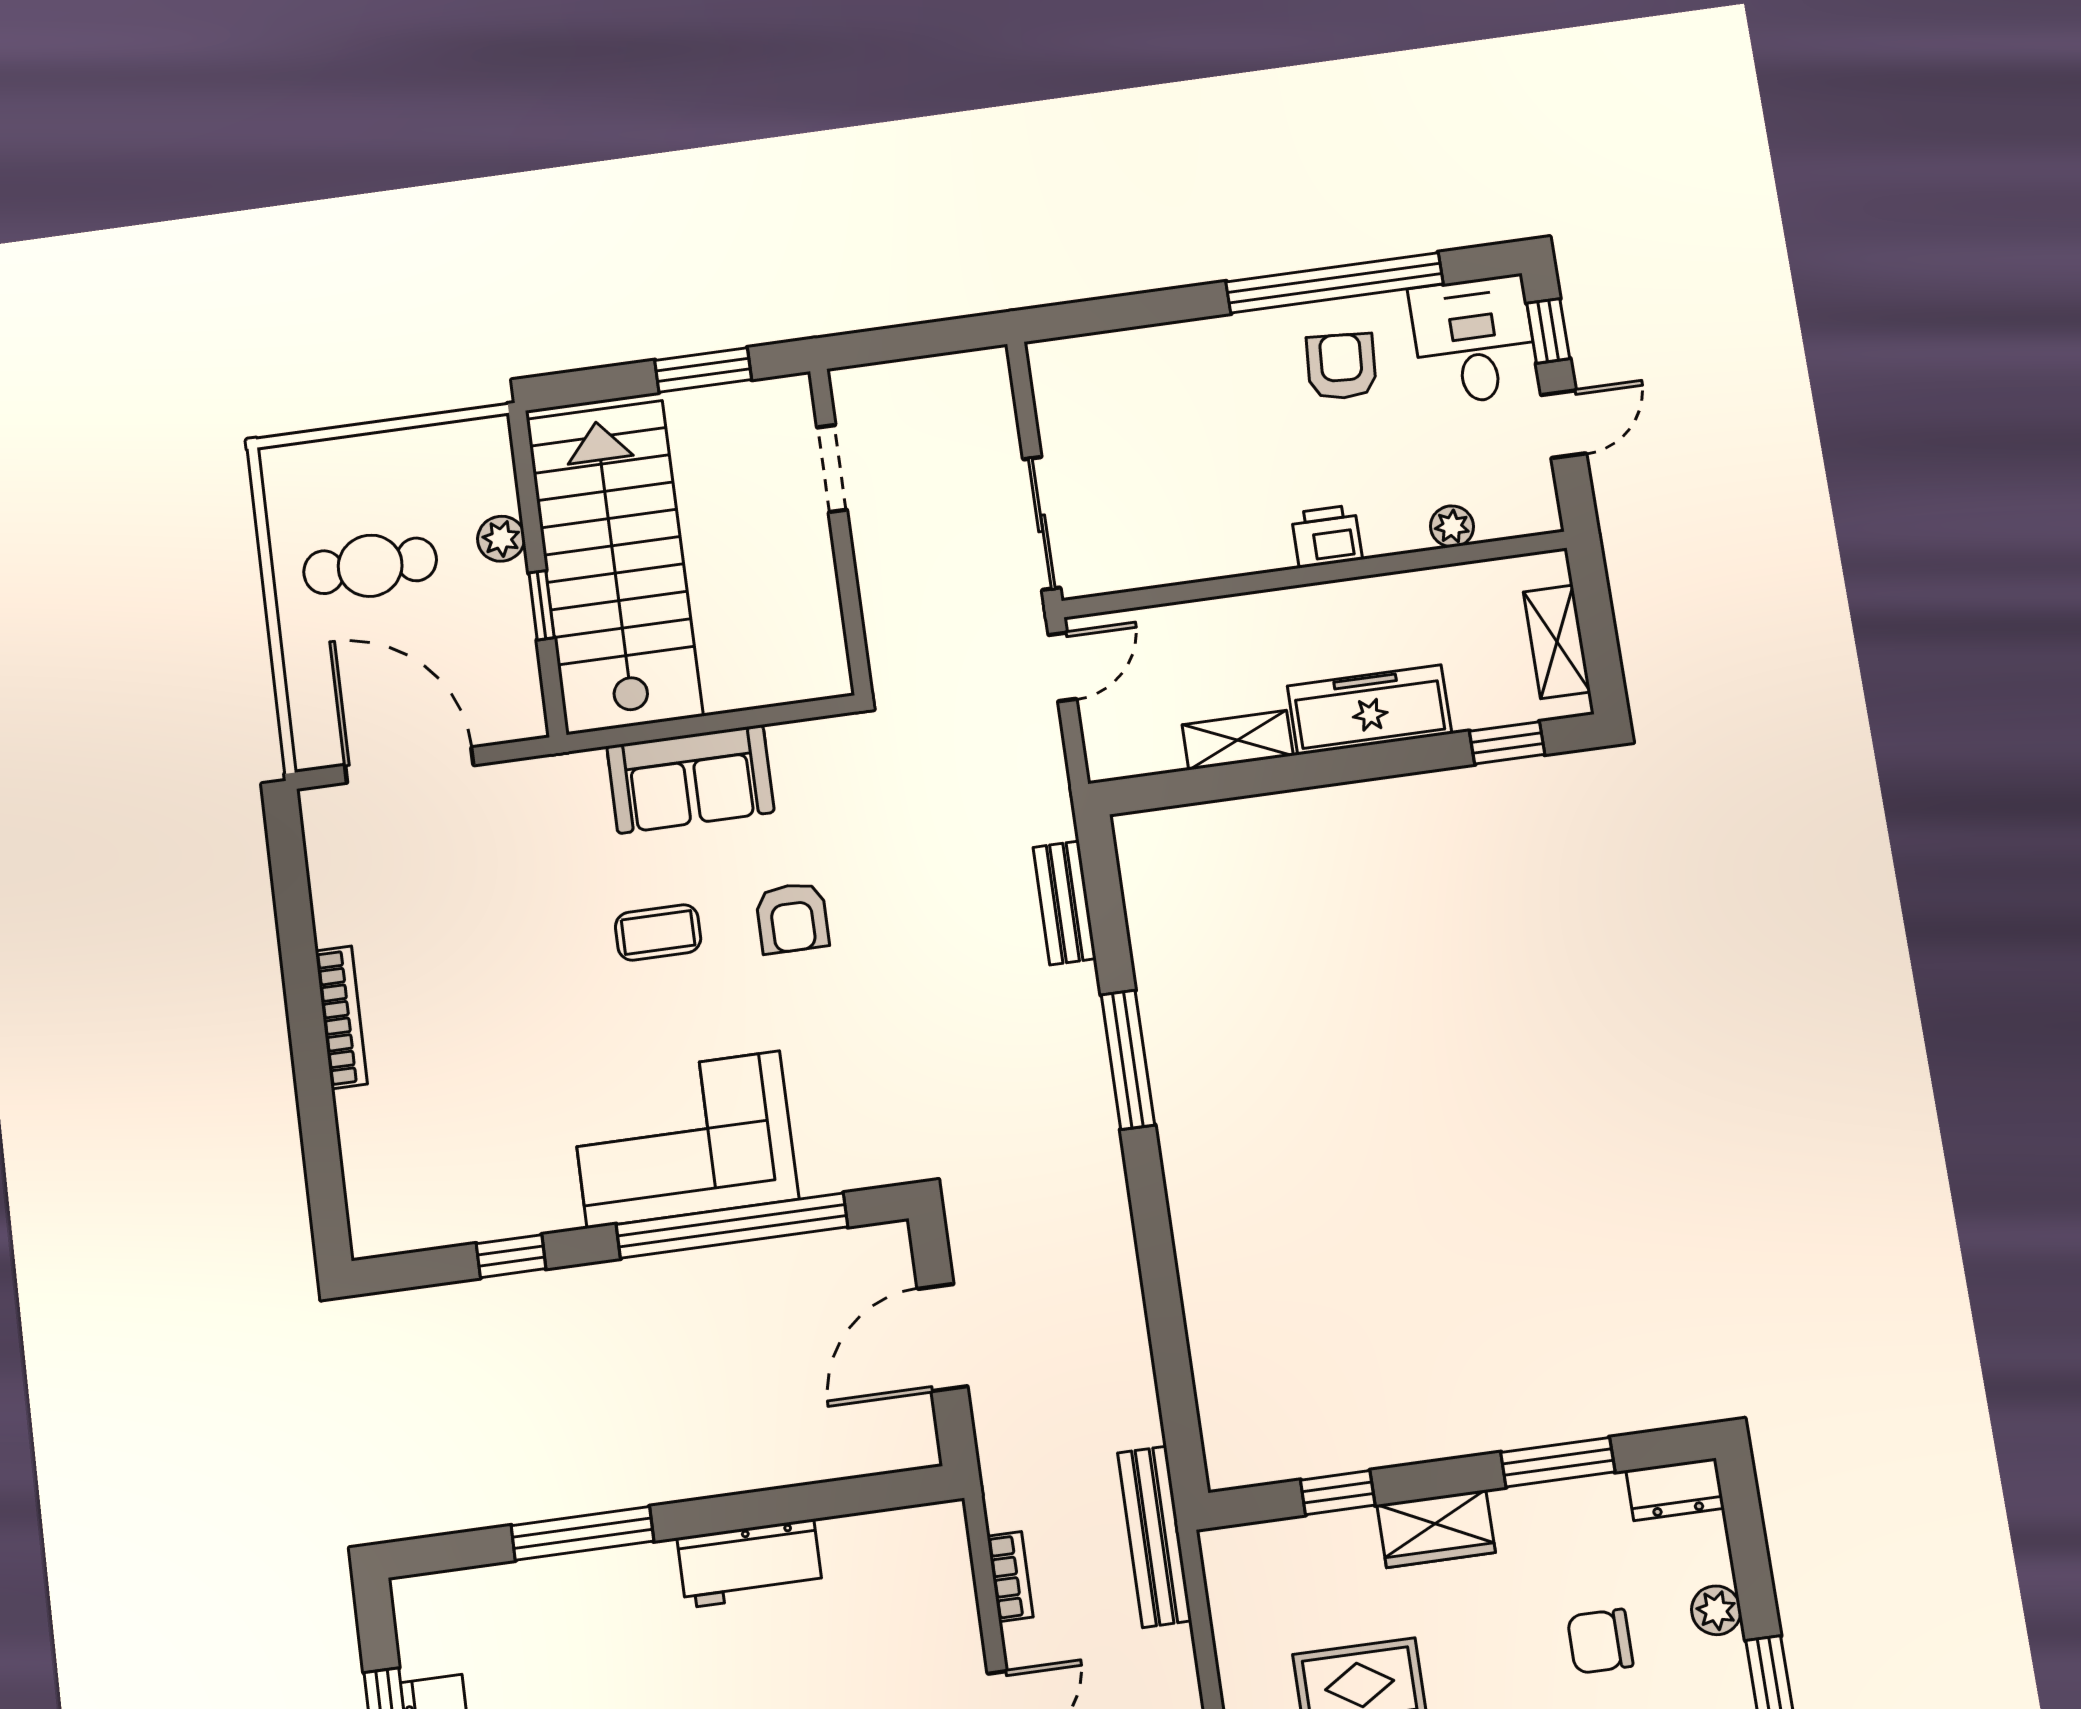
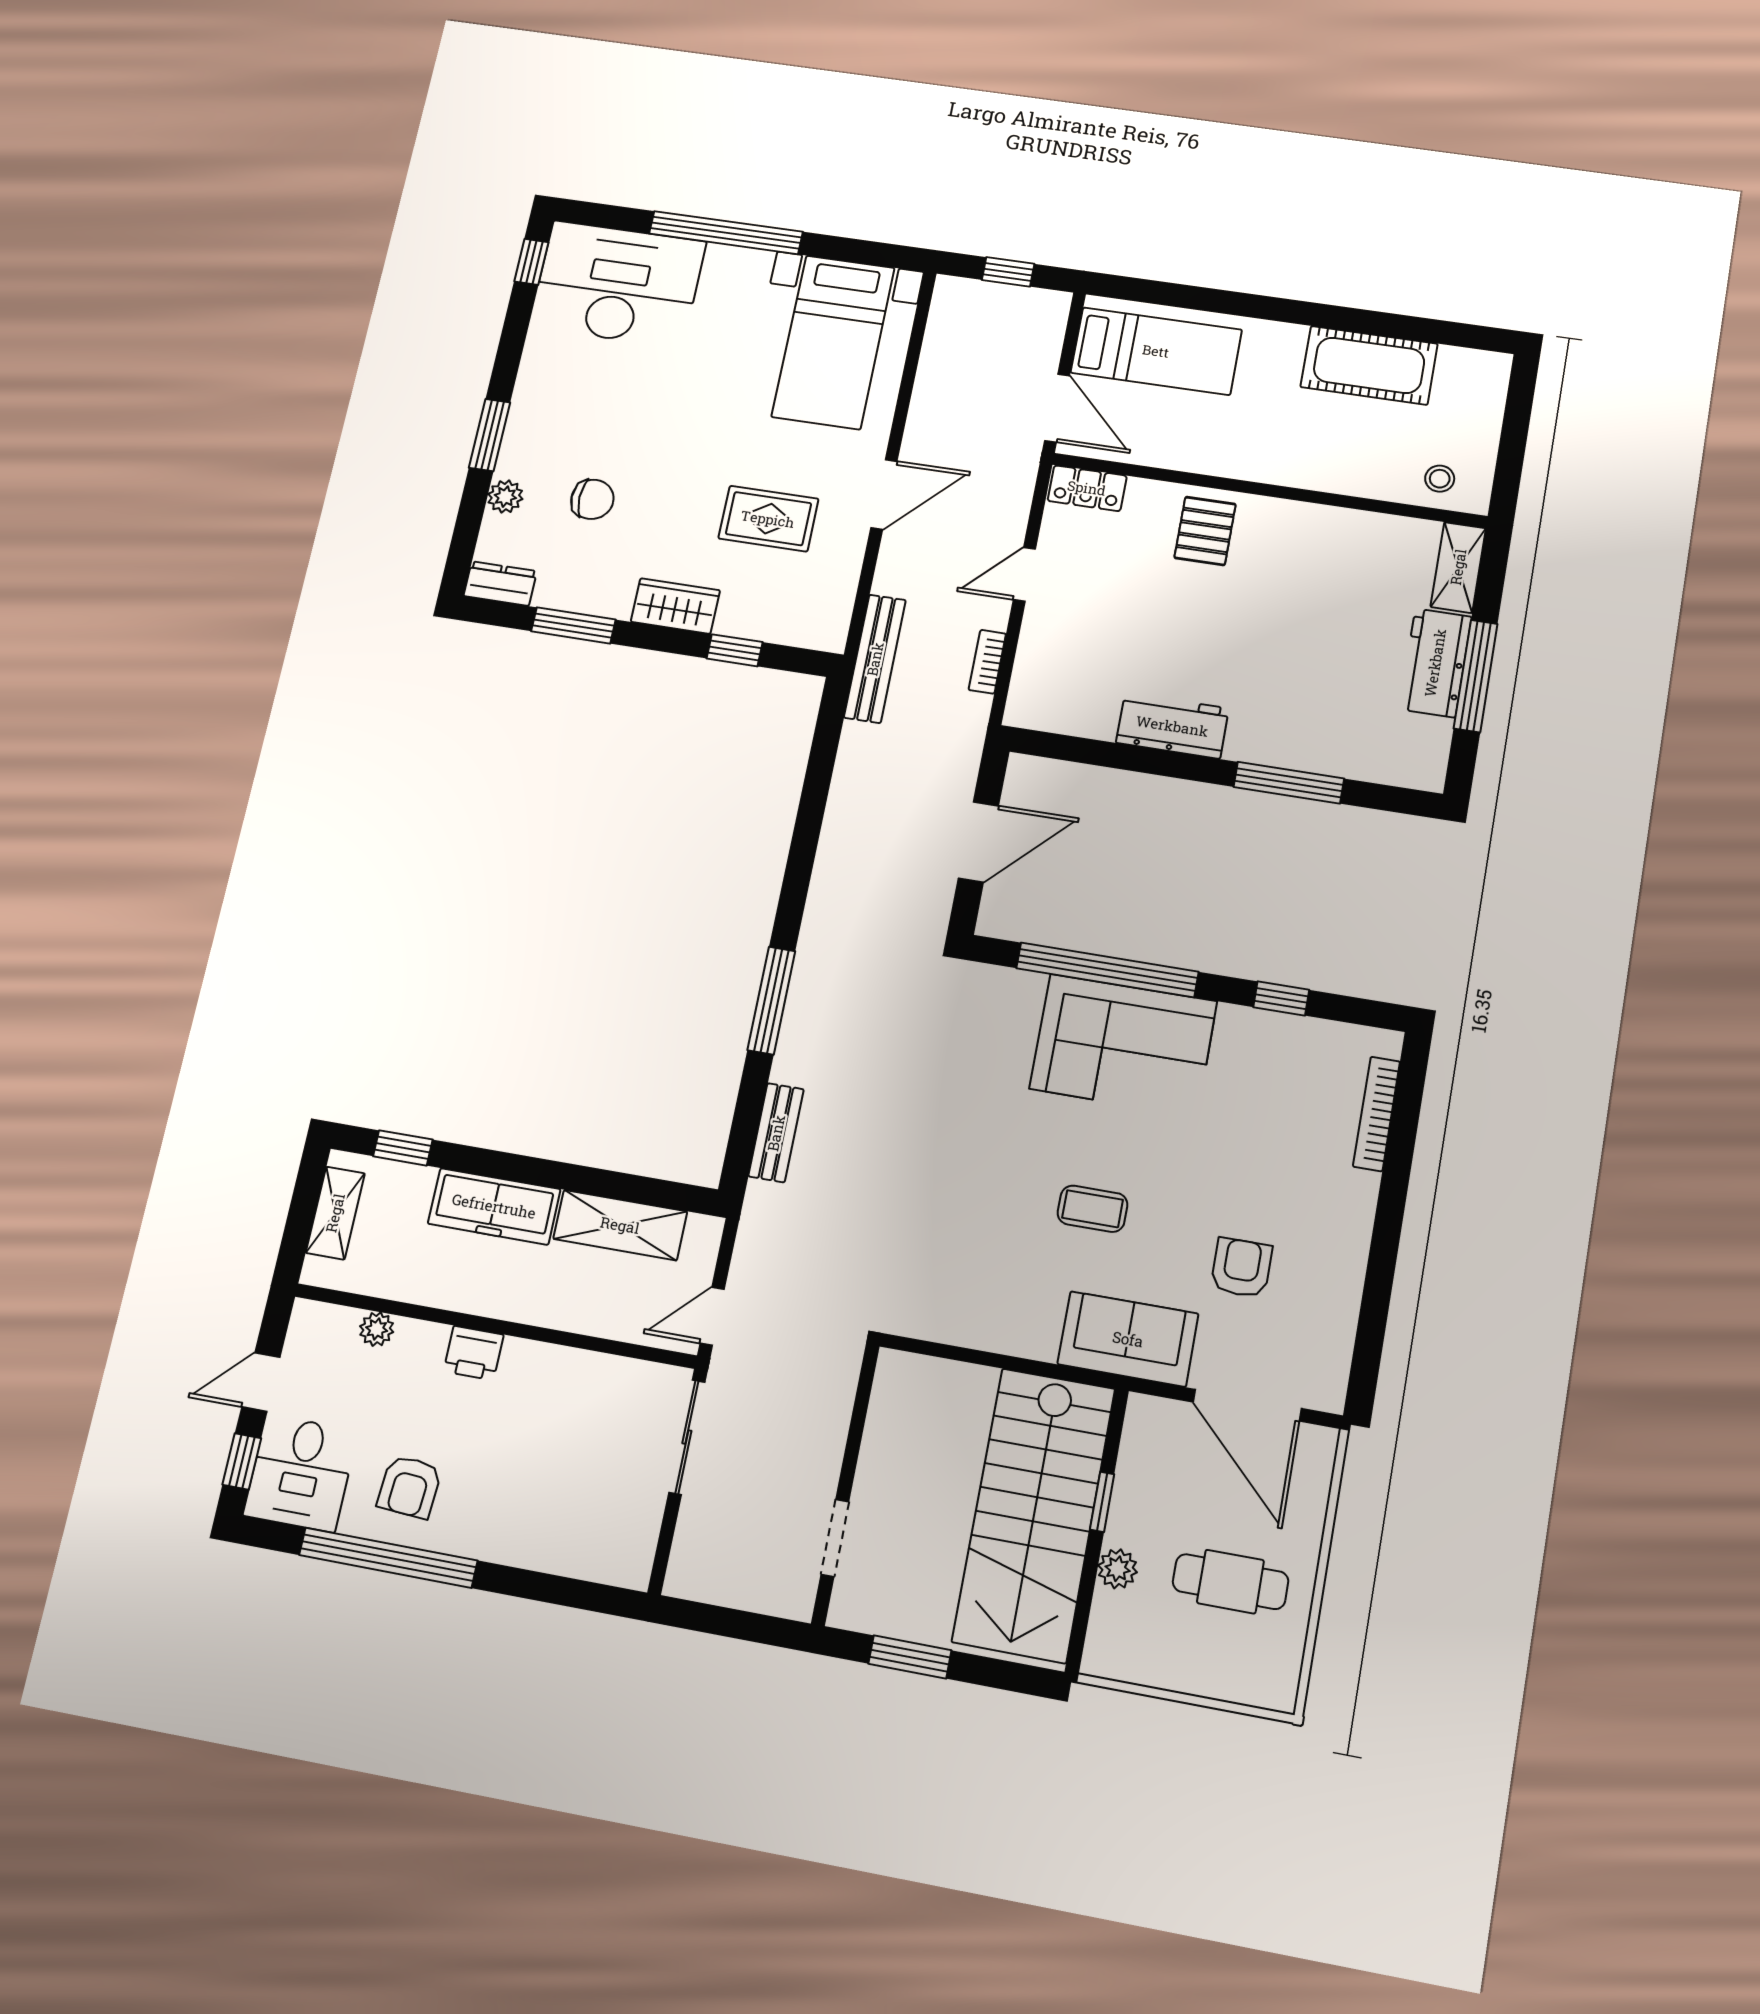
shelving: (1238, 740) -> (620, 1225), width x1.50, depth x1.33
sofa: (690, 779) -> (1128, 1339), moved
armchair: (792, 918) -> (1241, 1268), moved
bookcase: (341, 1017) -> (1377, 1114), moved

